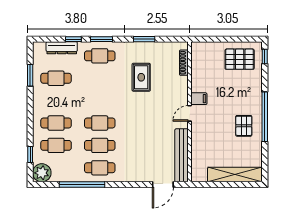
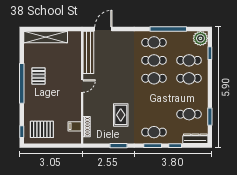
dresser: (62, 48) -> (195, 139), moved
filing cabinet: (199, 99) -> (75, 126), moved

